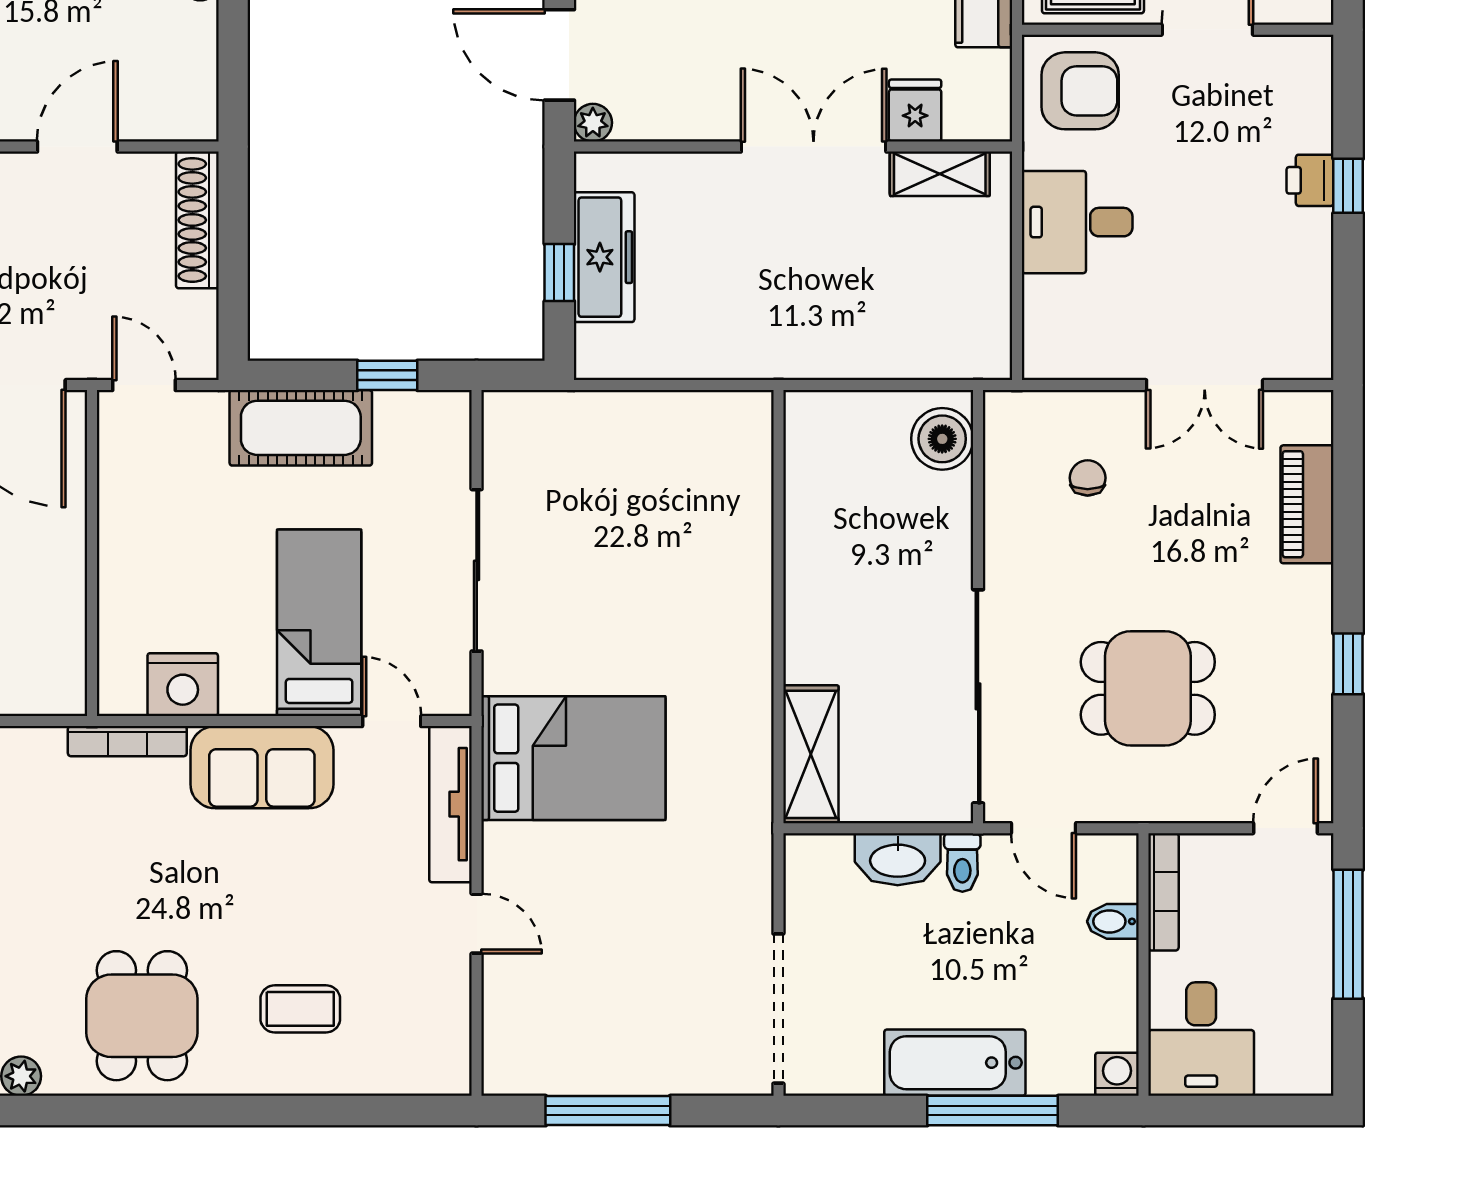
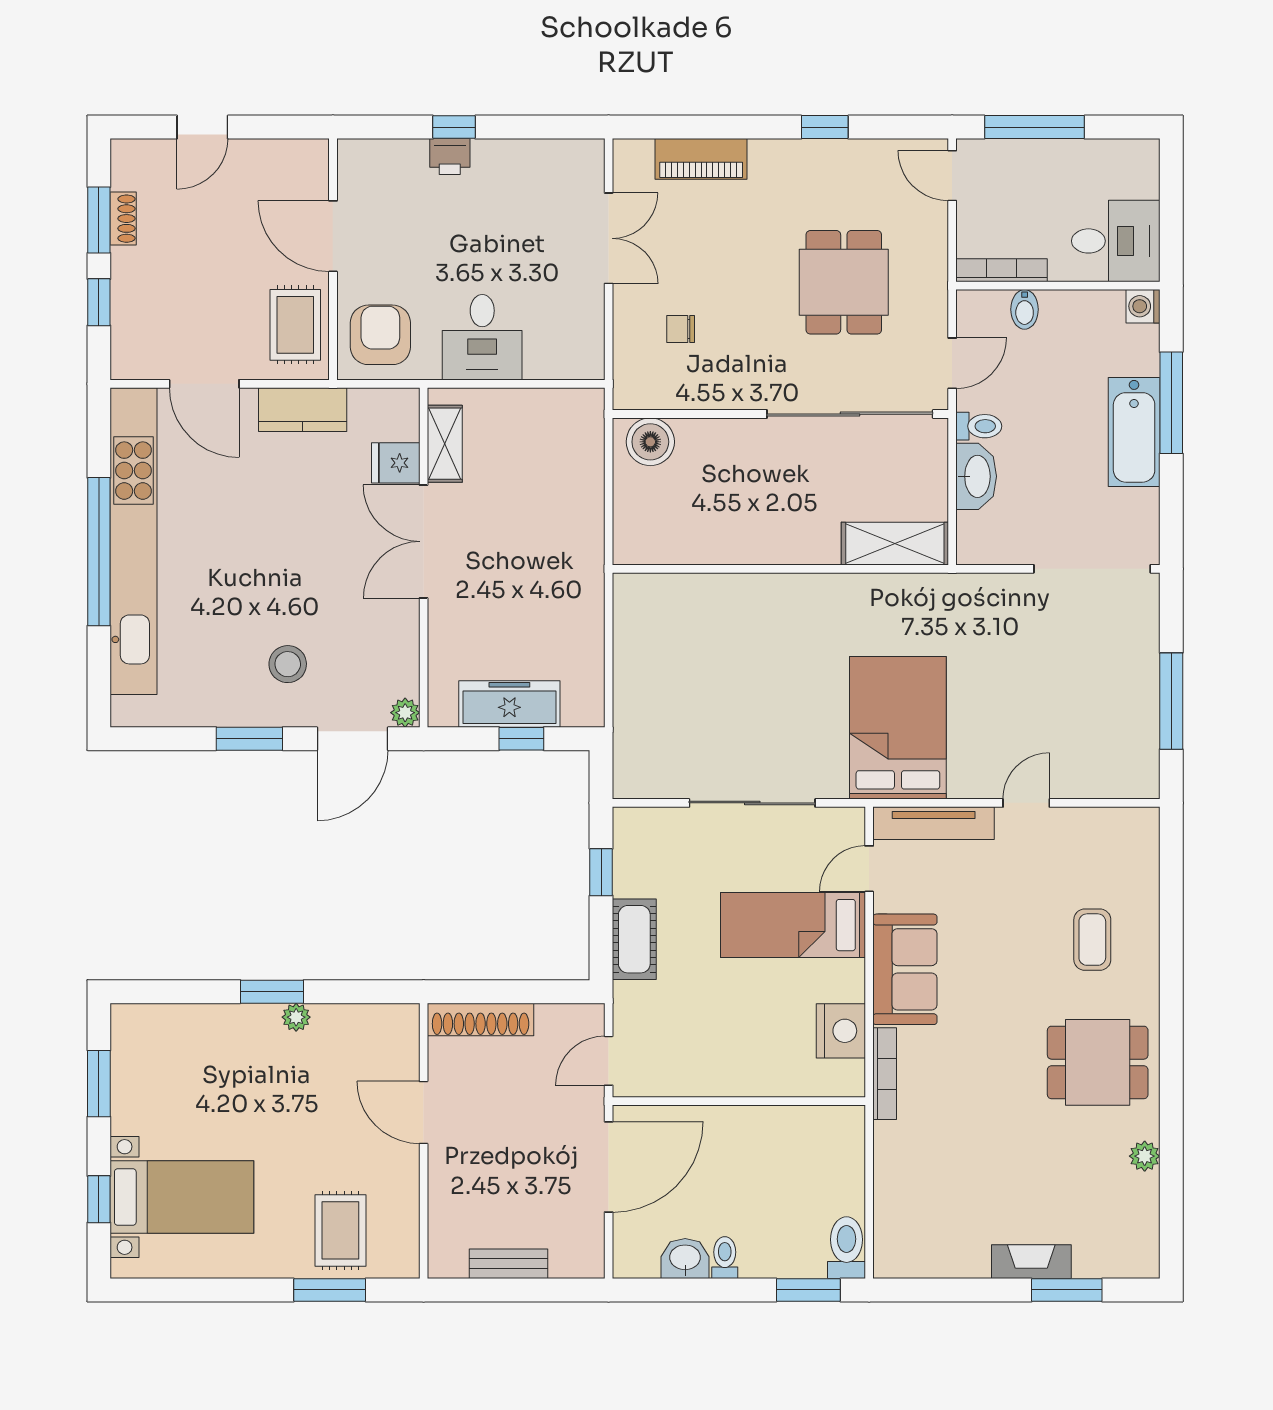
cot: (301, 428) -> (634, 939), width x0.73, depth x0.75

